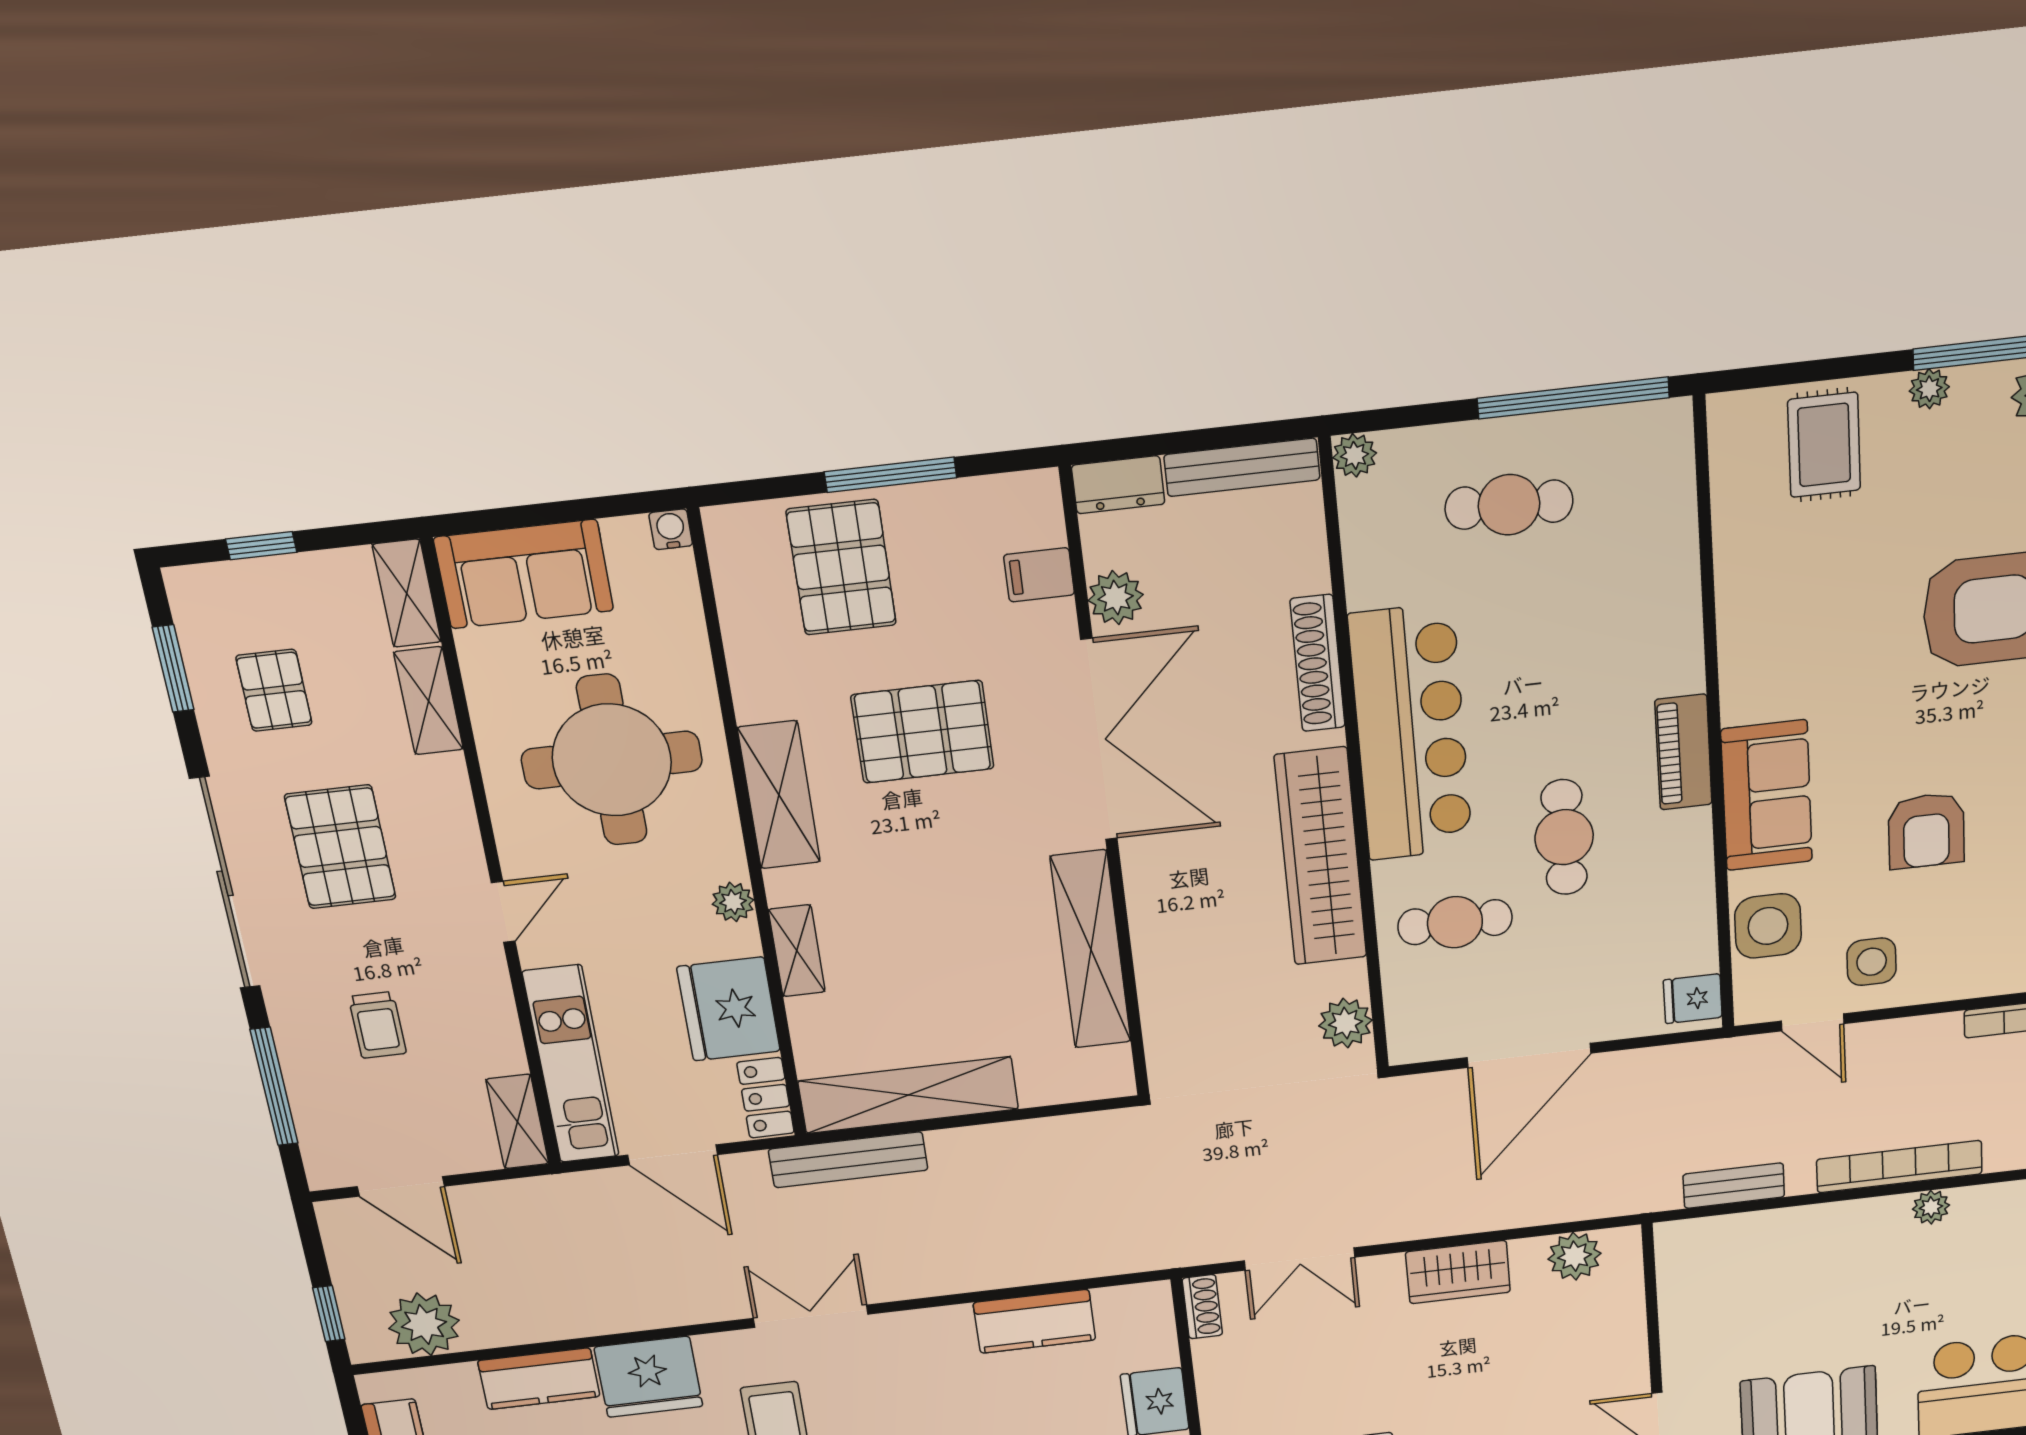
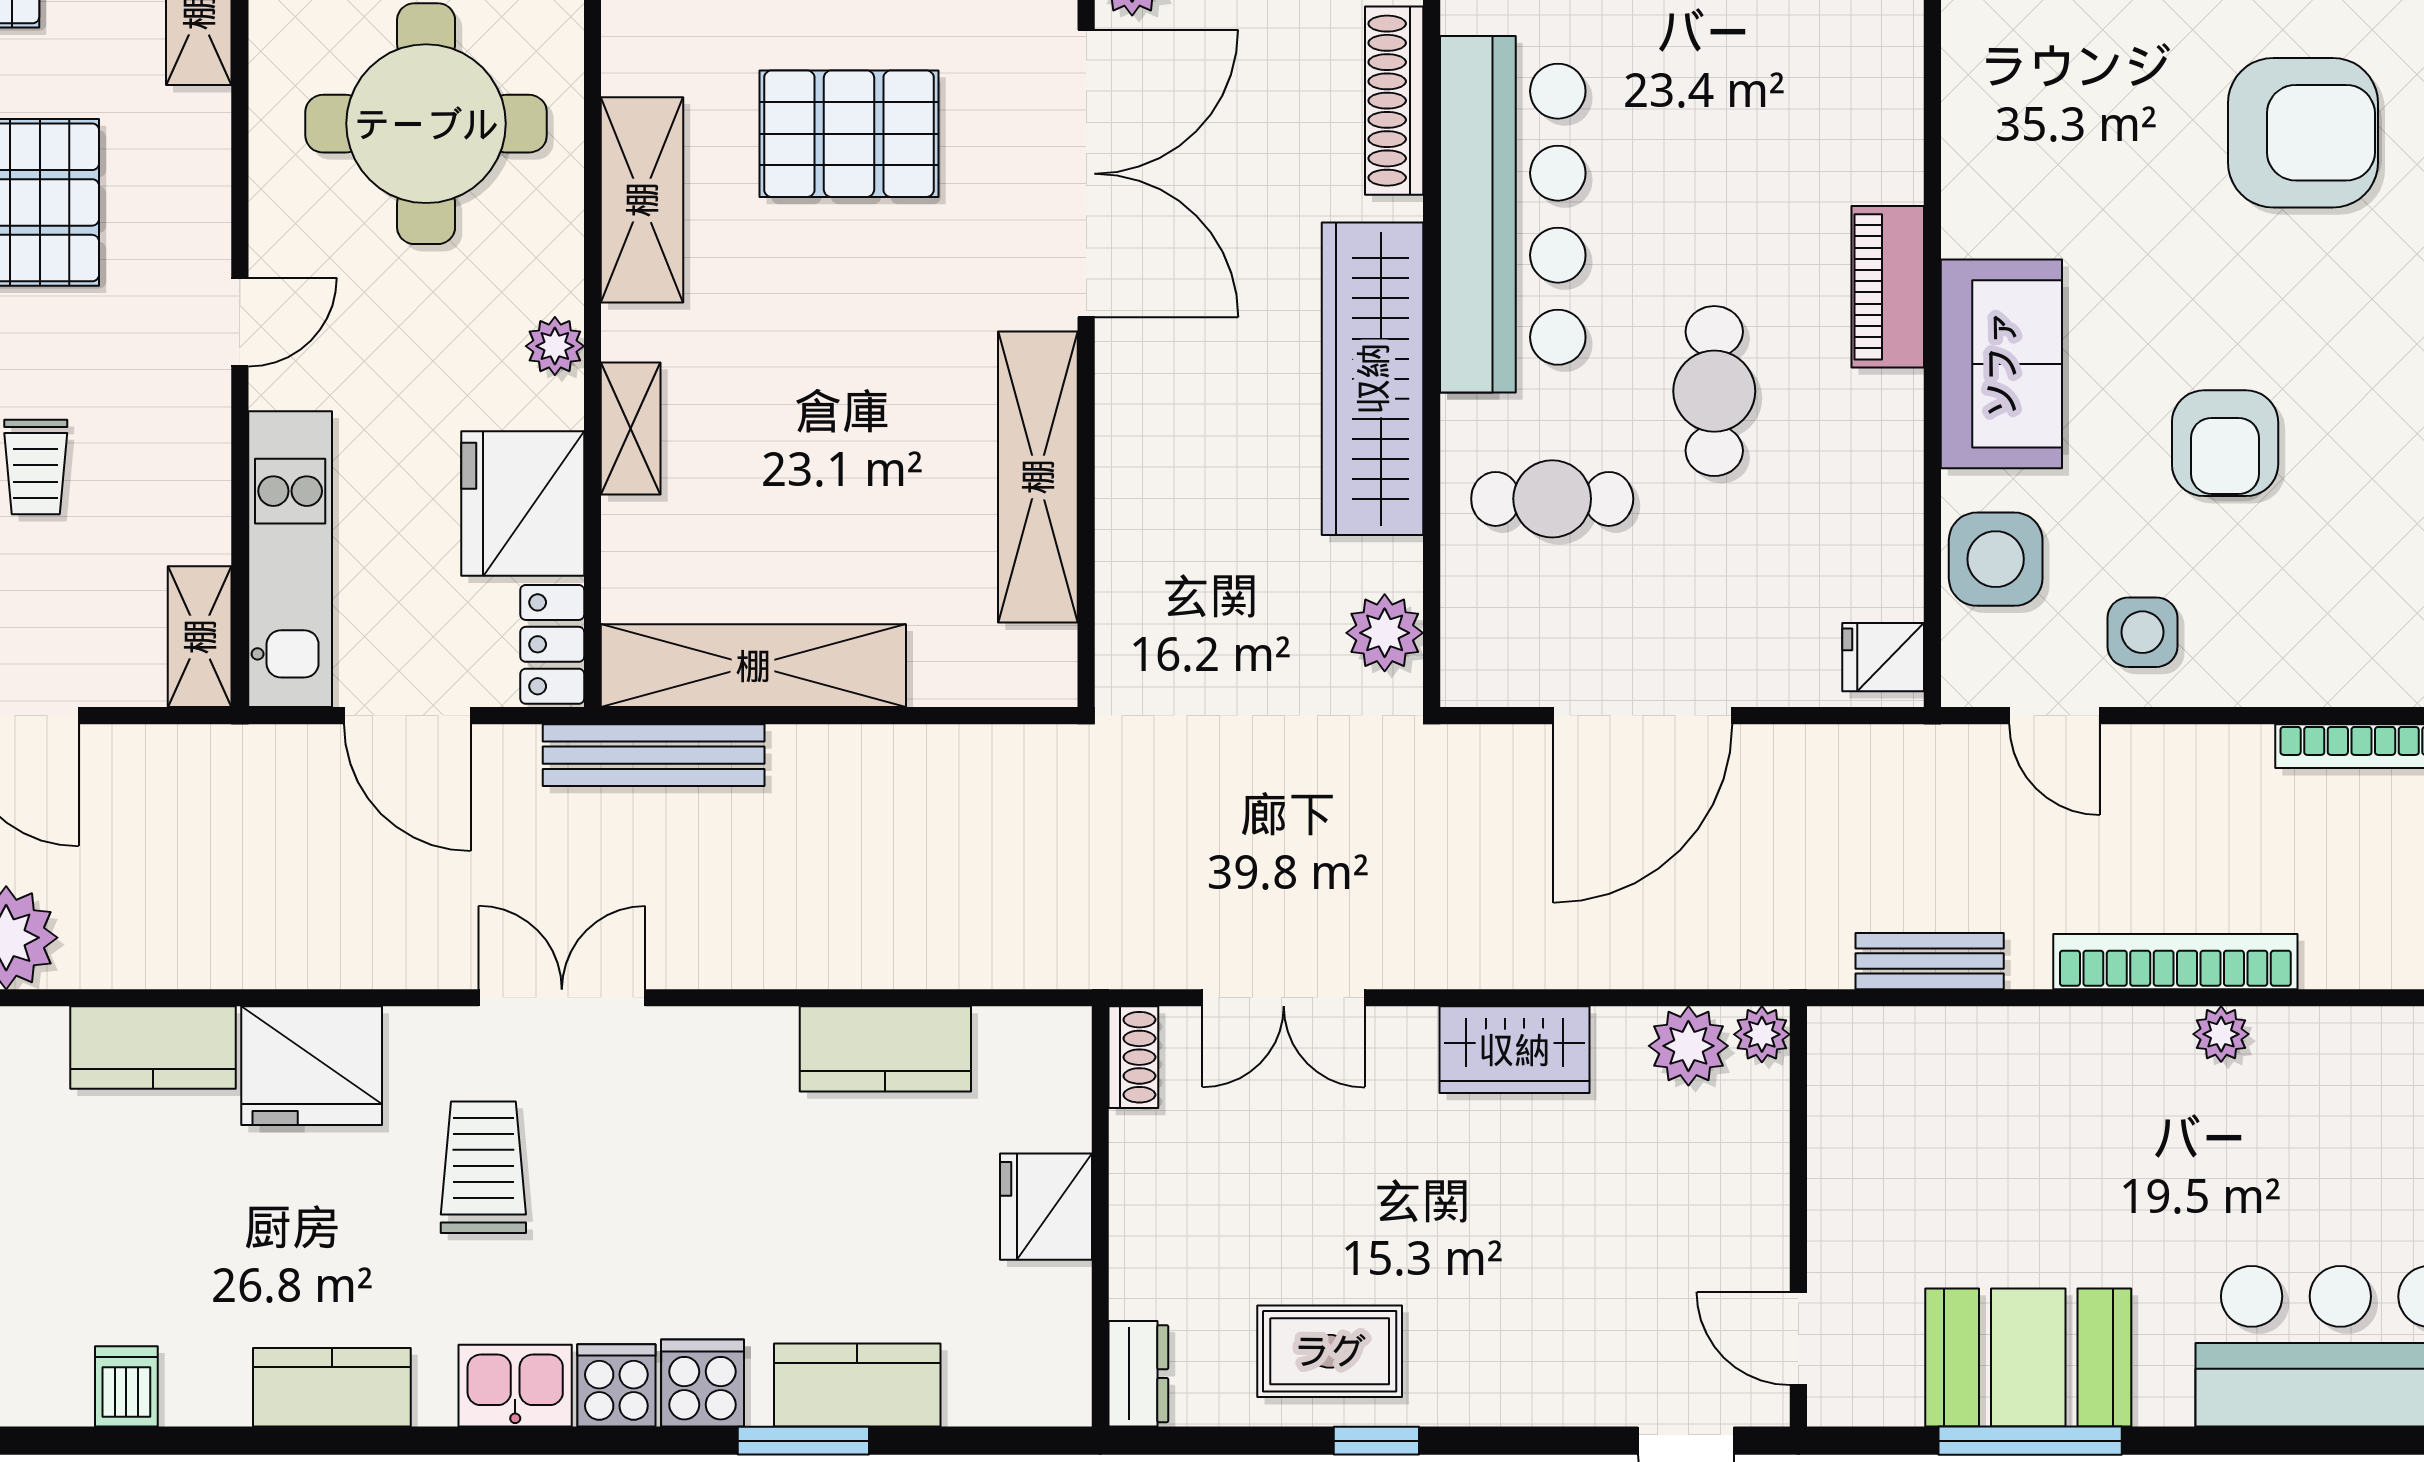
plant: (1623, 1243) -> (1762, 1034), added

